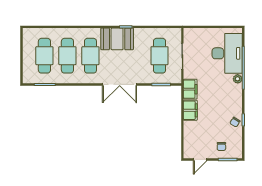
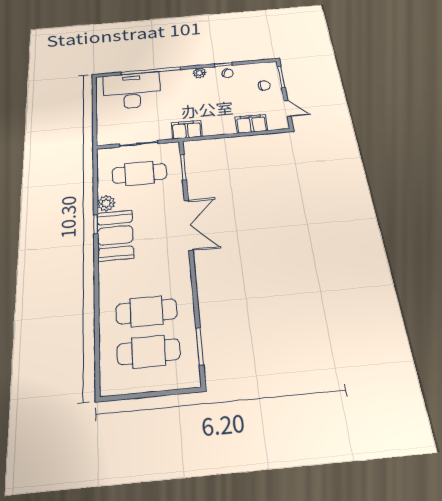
plant: (140, 34) -> (106, 203), added
cafe table: (90, 56) -> (145, 274), removed
plant: (238, 79) -> (200, 73), moved
filing cabinet: (190, 110) -> (251, 124), moved

